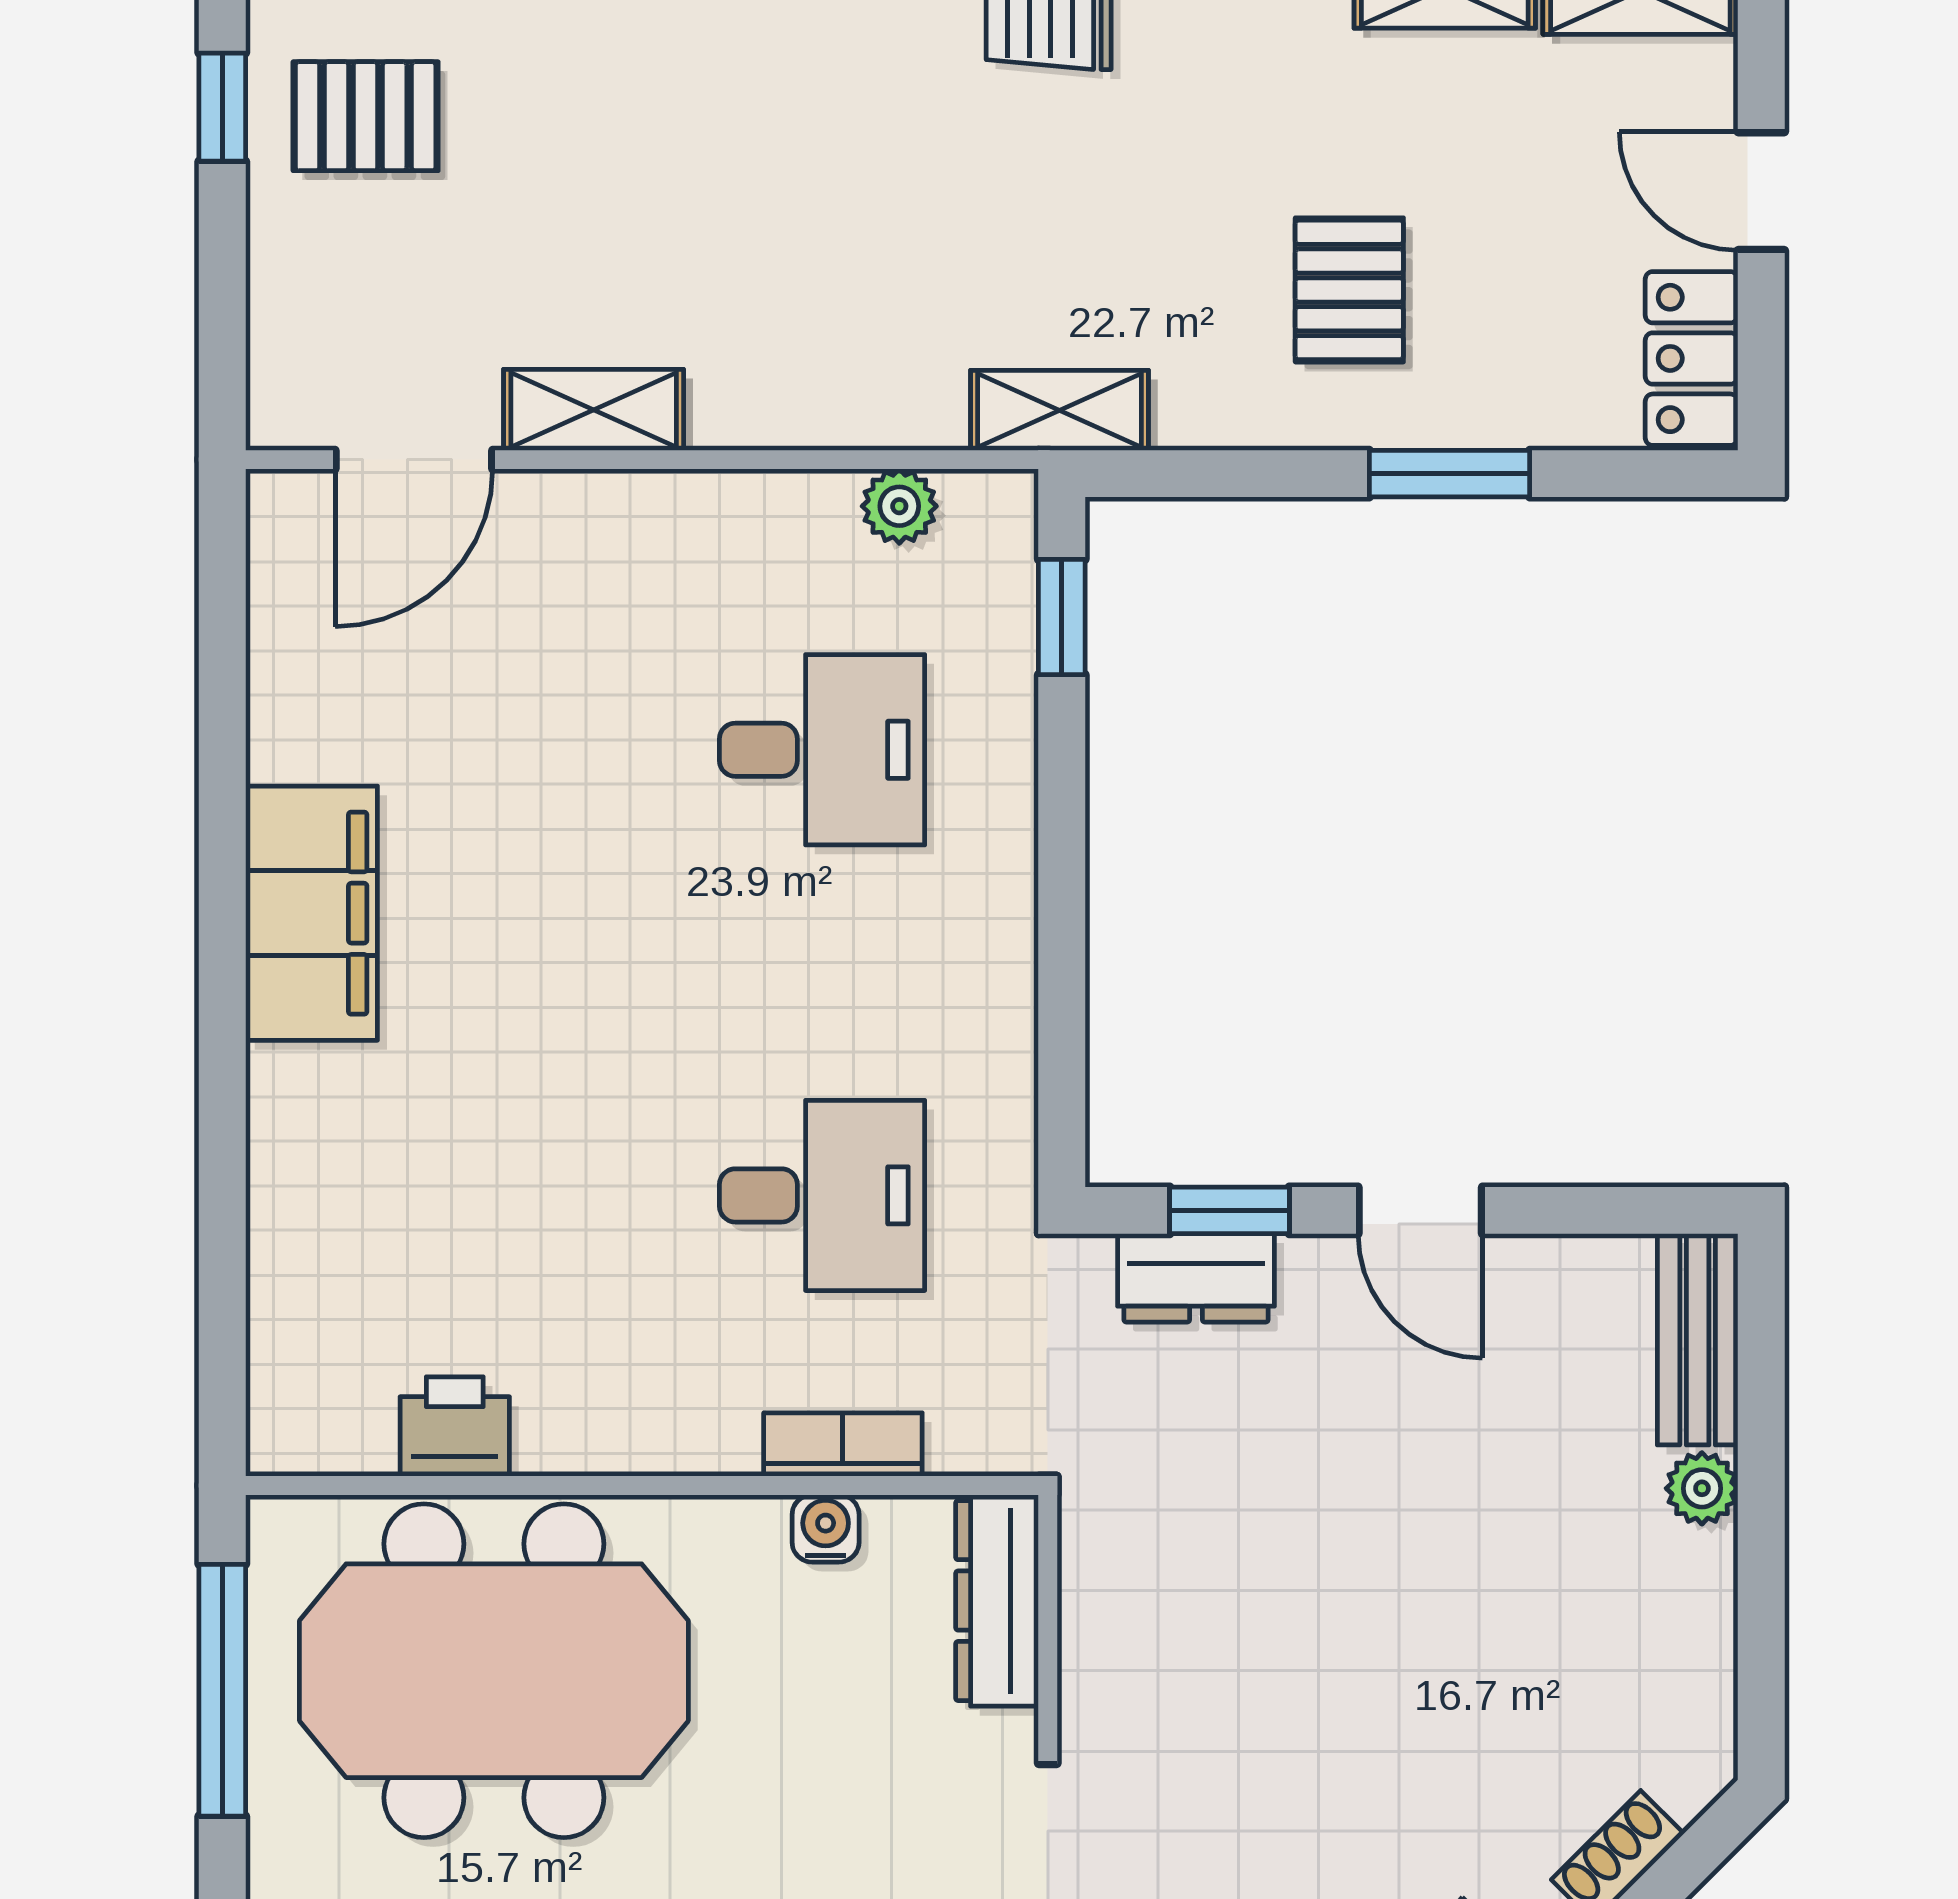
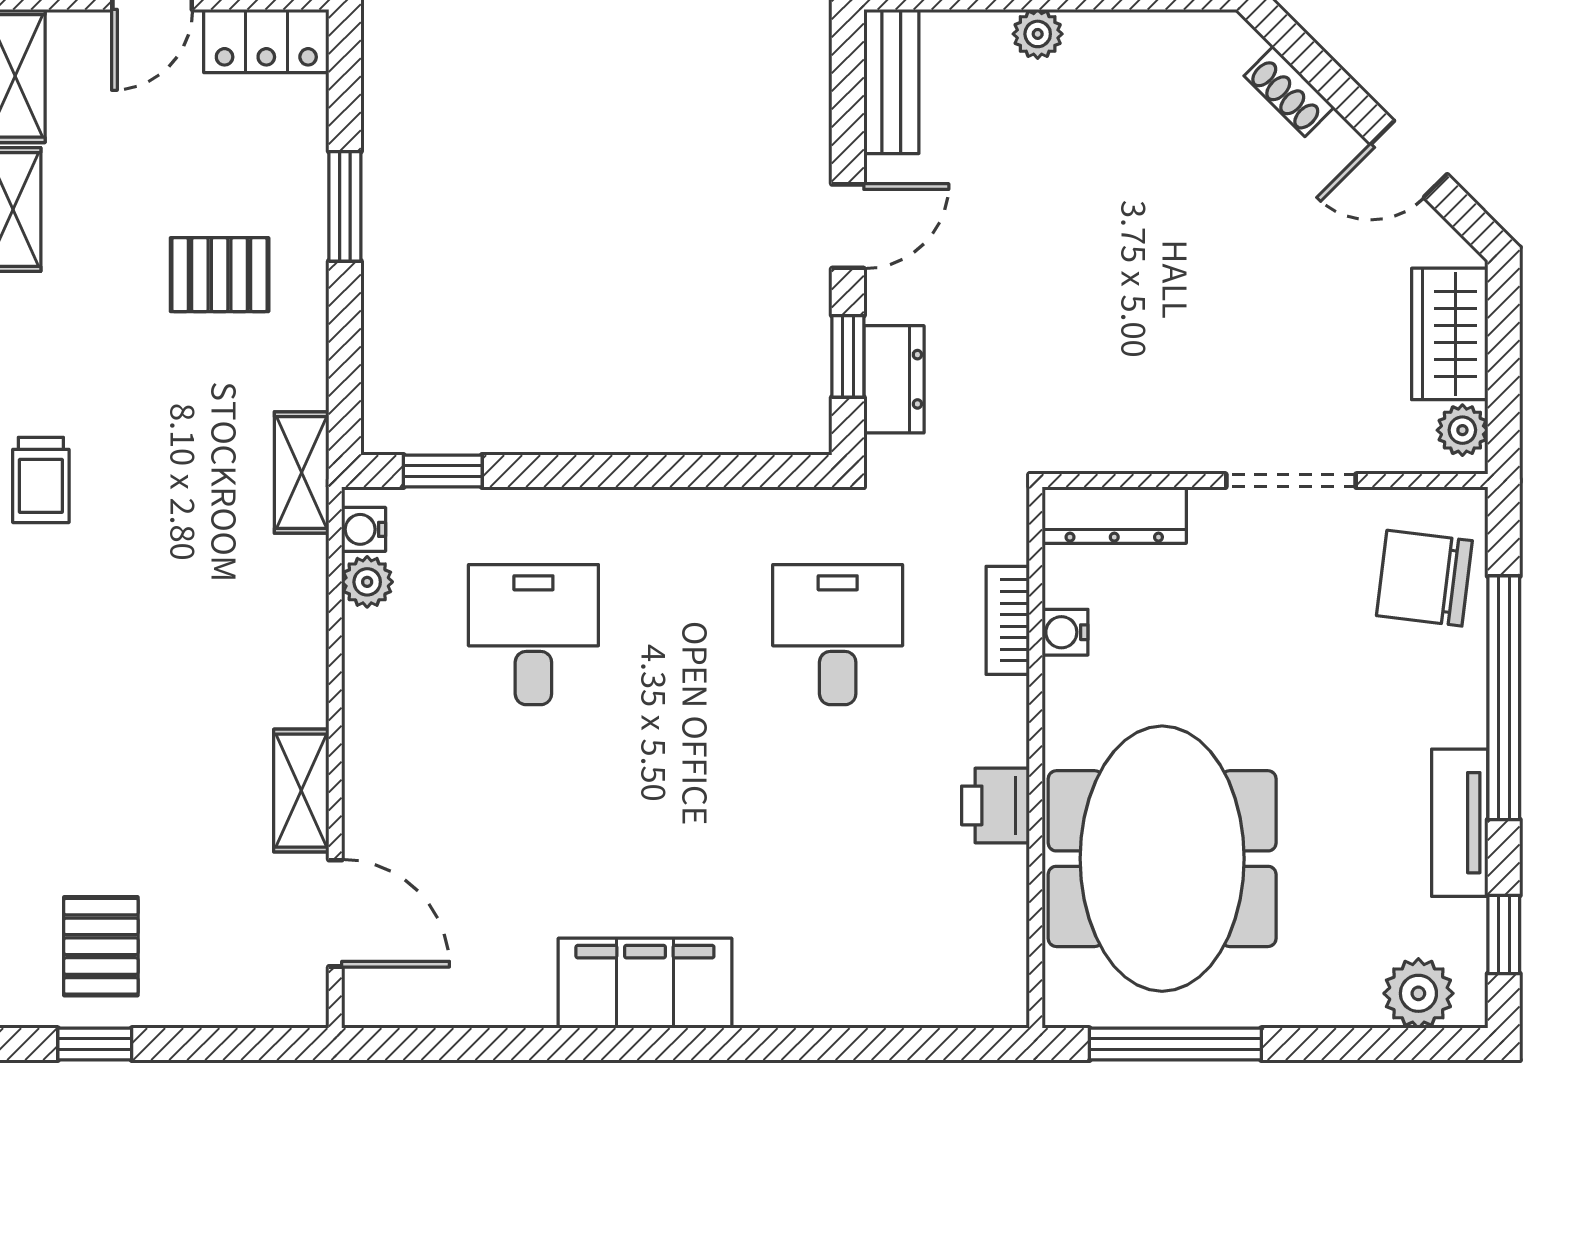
water cooler: (976, 501) -> (364, 529), added
bench: (1698, 1339) -> (891, 81), moved, turned 90
printer: (455, 1427) -> (995, 805), moved

